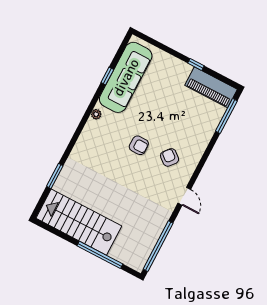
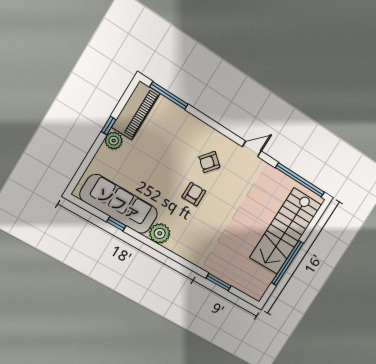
plant: (183, 69) -> (114, 141), added
plant: (96, 114) -> (160, 233), width x1.88, depth x1.88
stairs: (79, 222) -> (286, 231), moved
window: (100, 255) -> (287, 263), moved

